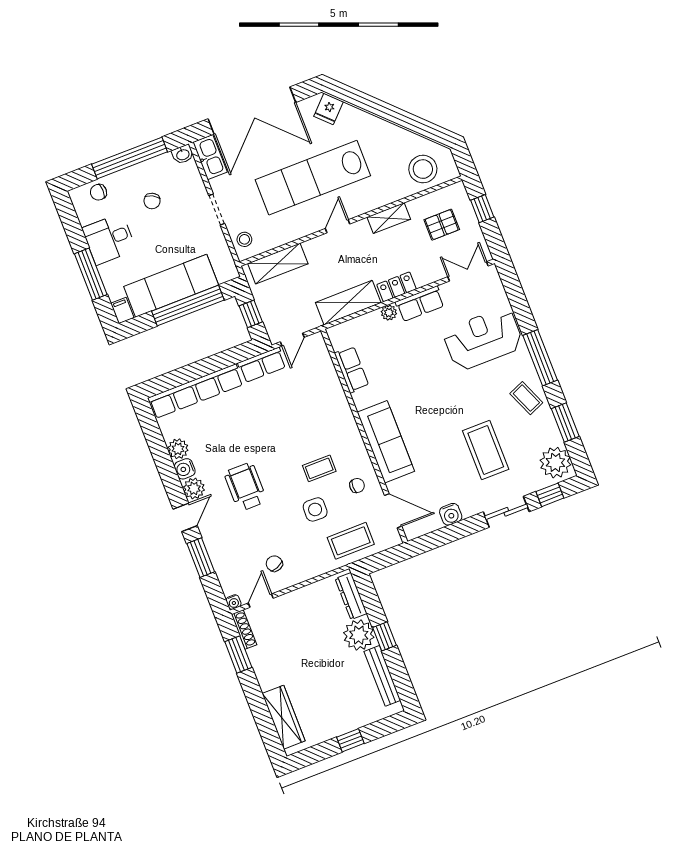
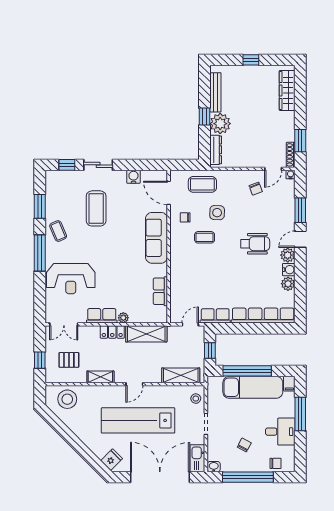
lab bench: (313, 178) -> (138, 420), turned 180
plant: (555, 463) -> (56, 184), removed
wheelchair: (245, 487) -> (255, 244), turned -90

